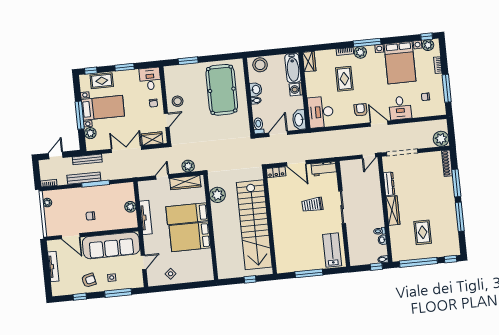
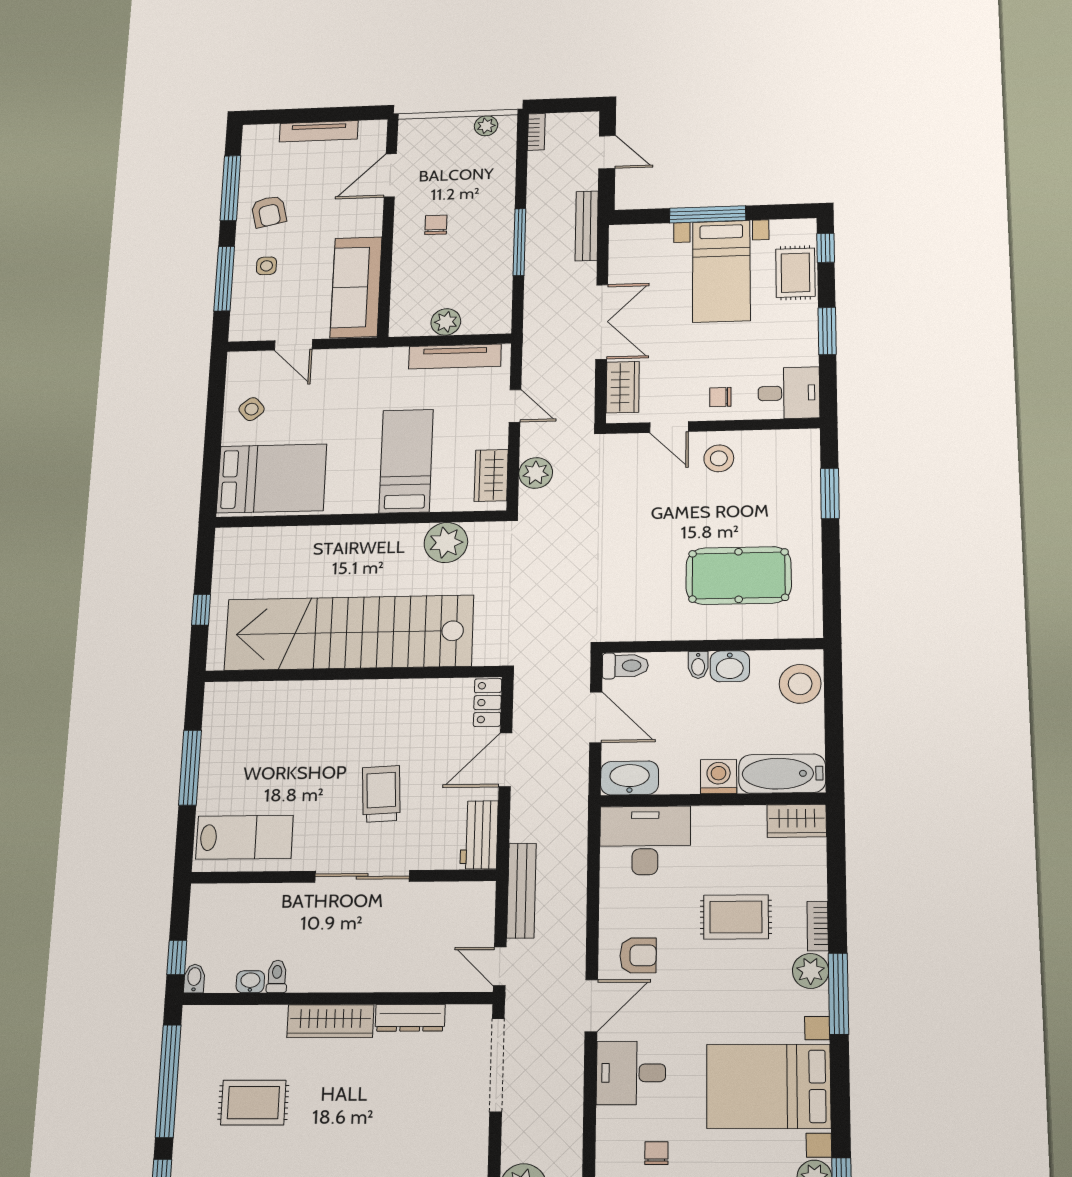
pool table: (222, 90) -> (739, 575), width x0.73, depth x0.76
plant: (90, 133) -> (656, 237), removed
bench: (84, 178) -> (521, 891), moved
wardrobe: (185, 183) -> (491, 475), width x0.67
tv unit: (146, 218) -> (455, 356), moved
bed: (190, 237) -> (272, 478), moved, turned 90
sofa: (111, 245) -> (356, 287), width x0.74, depth x0.79
window: (80, 297) -> (230, 188), width x2.17

